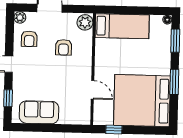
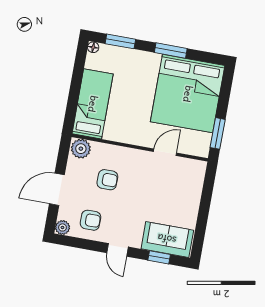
sofa: (39, 112) -> (167, 239), moved, turned 90
window: (114, 129) -> (218, 133), width x1.50

